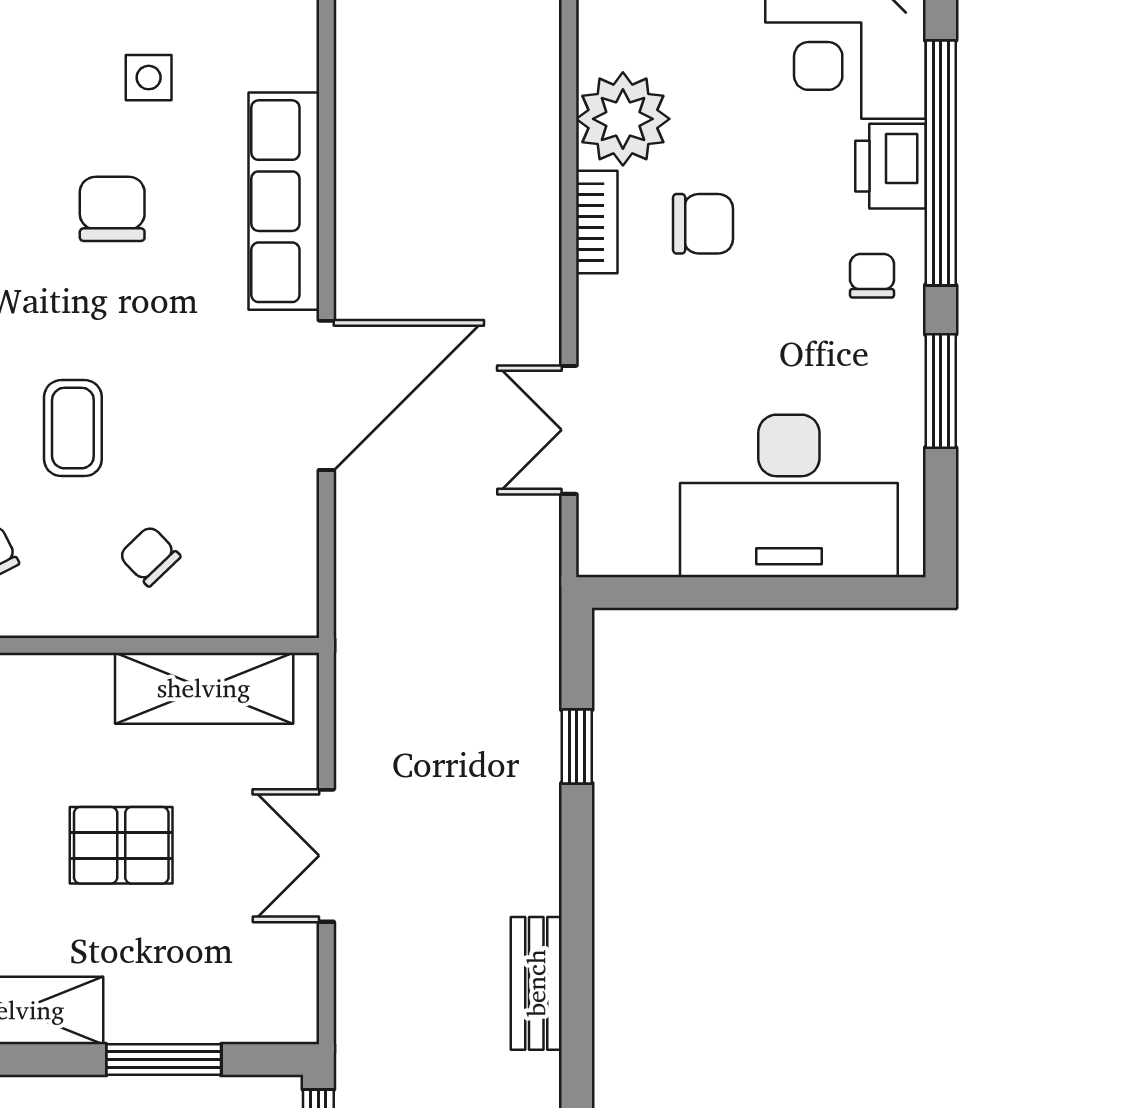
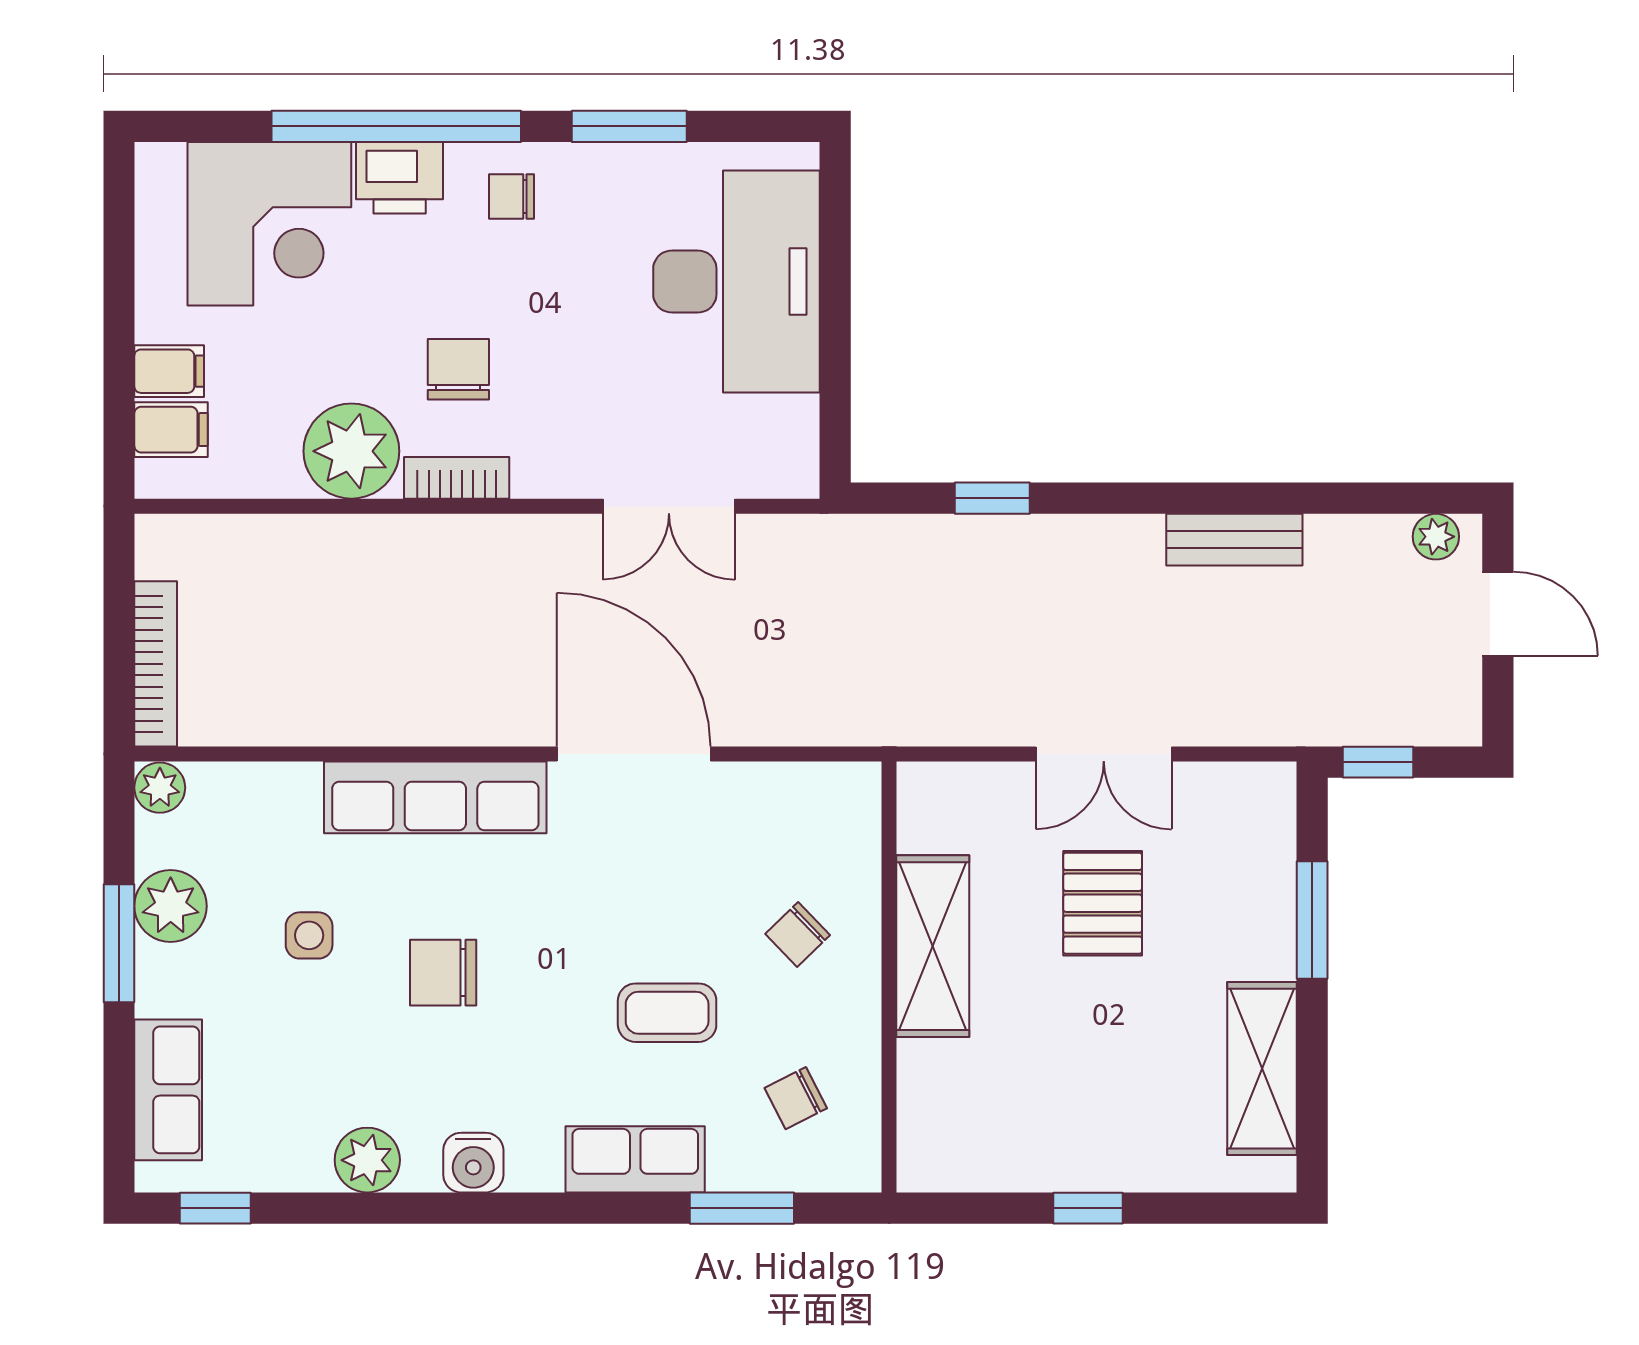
shelving: (204, 688) -> (933, 946), moved
pallet: (121, 845) -> (1103, 903), moved

